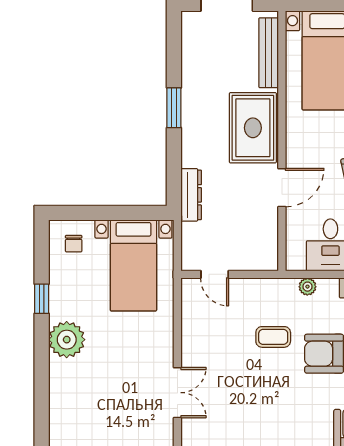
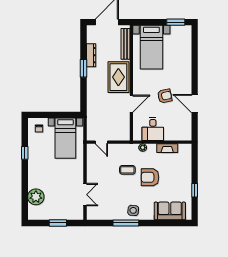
dresser: (191, 195) -> (91, 55), moved
plant: (67, 340) -> (36, 197), moved
side table: (286, 428) -> (133, 210), added

